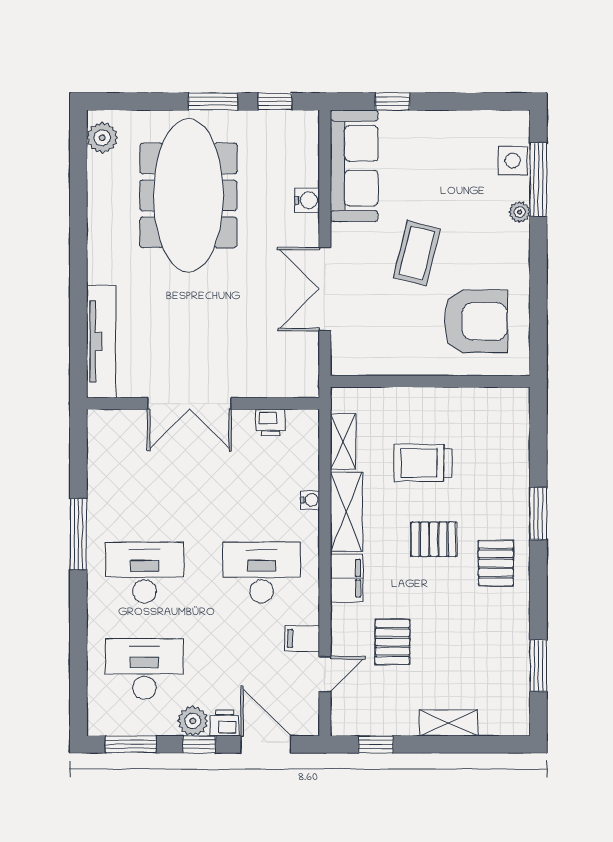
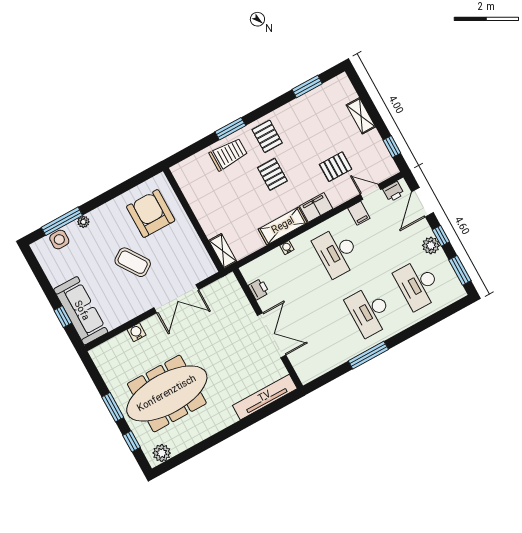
window: (275, 102) -> (131, 441), moved
sofa: (354, 166) -> (81, 311), moved, turned 90
coffee table: (417, 253) -> (133, 262), turned 42
shelving: (343, 442) -> (223, 251), moved, turned 90
trolley: (423, 463) -> (228, 154), moved, turned -90
pallet: (496, 563) -> (267, 136), turned 90
printer: (225, 723) -> (393, 192), moved, turned -90

